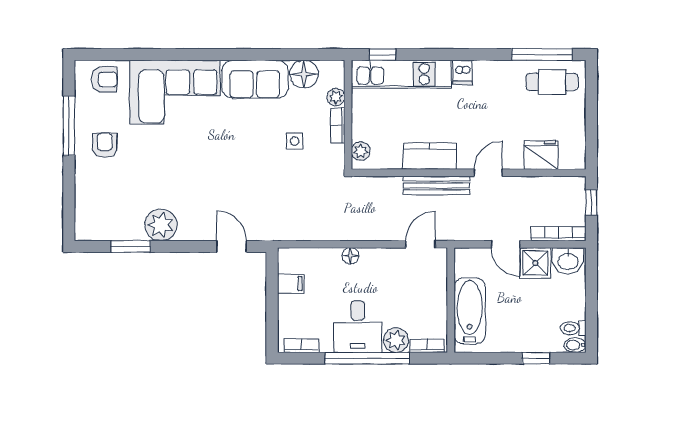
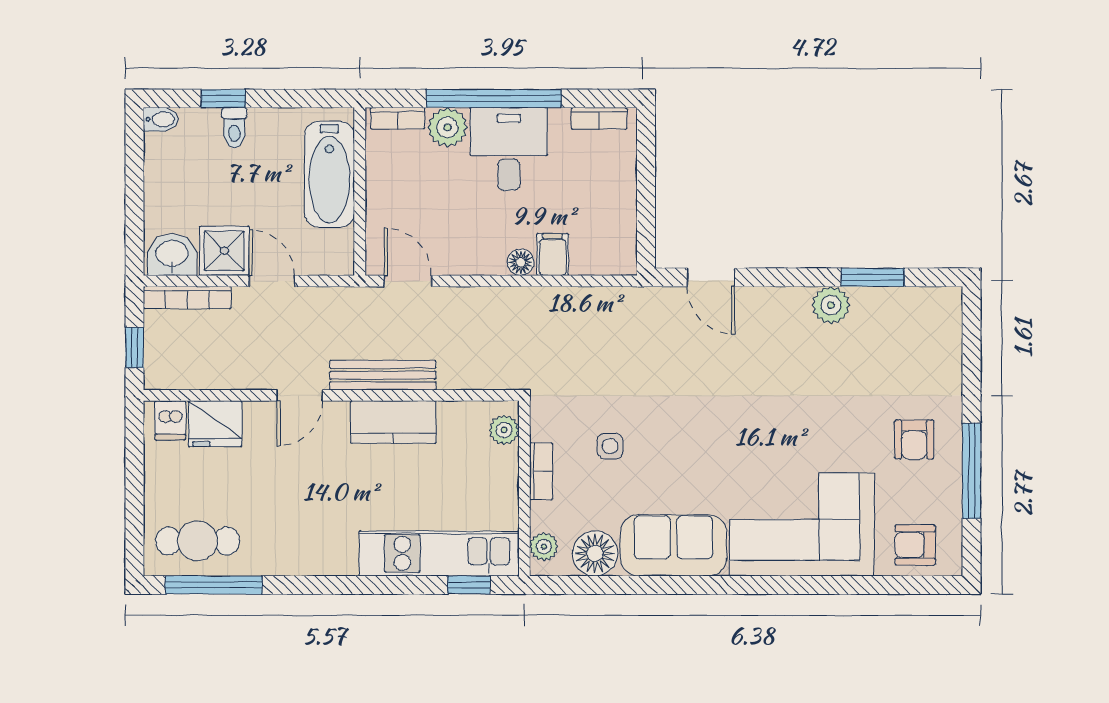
dishwasher: (463, 72) -> (170, 420), moved, turned 180
plant: (336, 97) -> (544, 547), moved
plant: (161, 225) -> (831, 305), width x0.73, depth x0.73
door: (421, 244) -> (408, 281), swing flipped
filing cabinet: (291, 284) -> (553, 254), moved, turned 90
toilet: (573, 328) -> (234, 128), moved, turned 90

